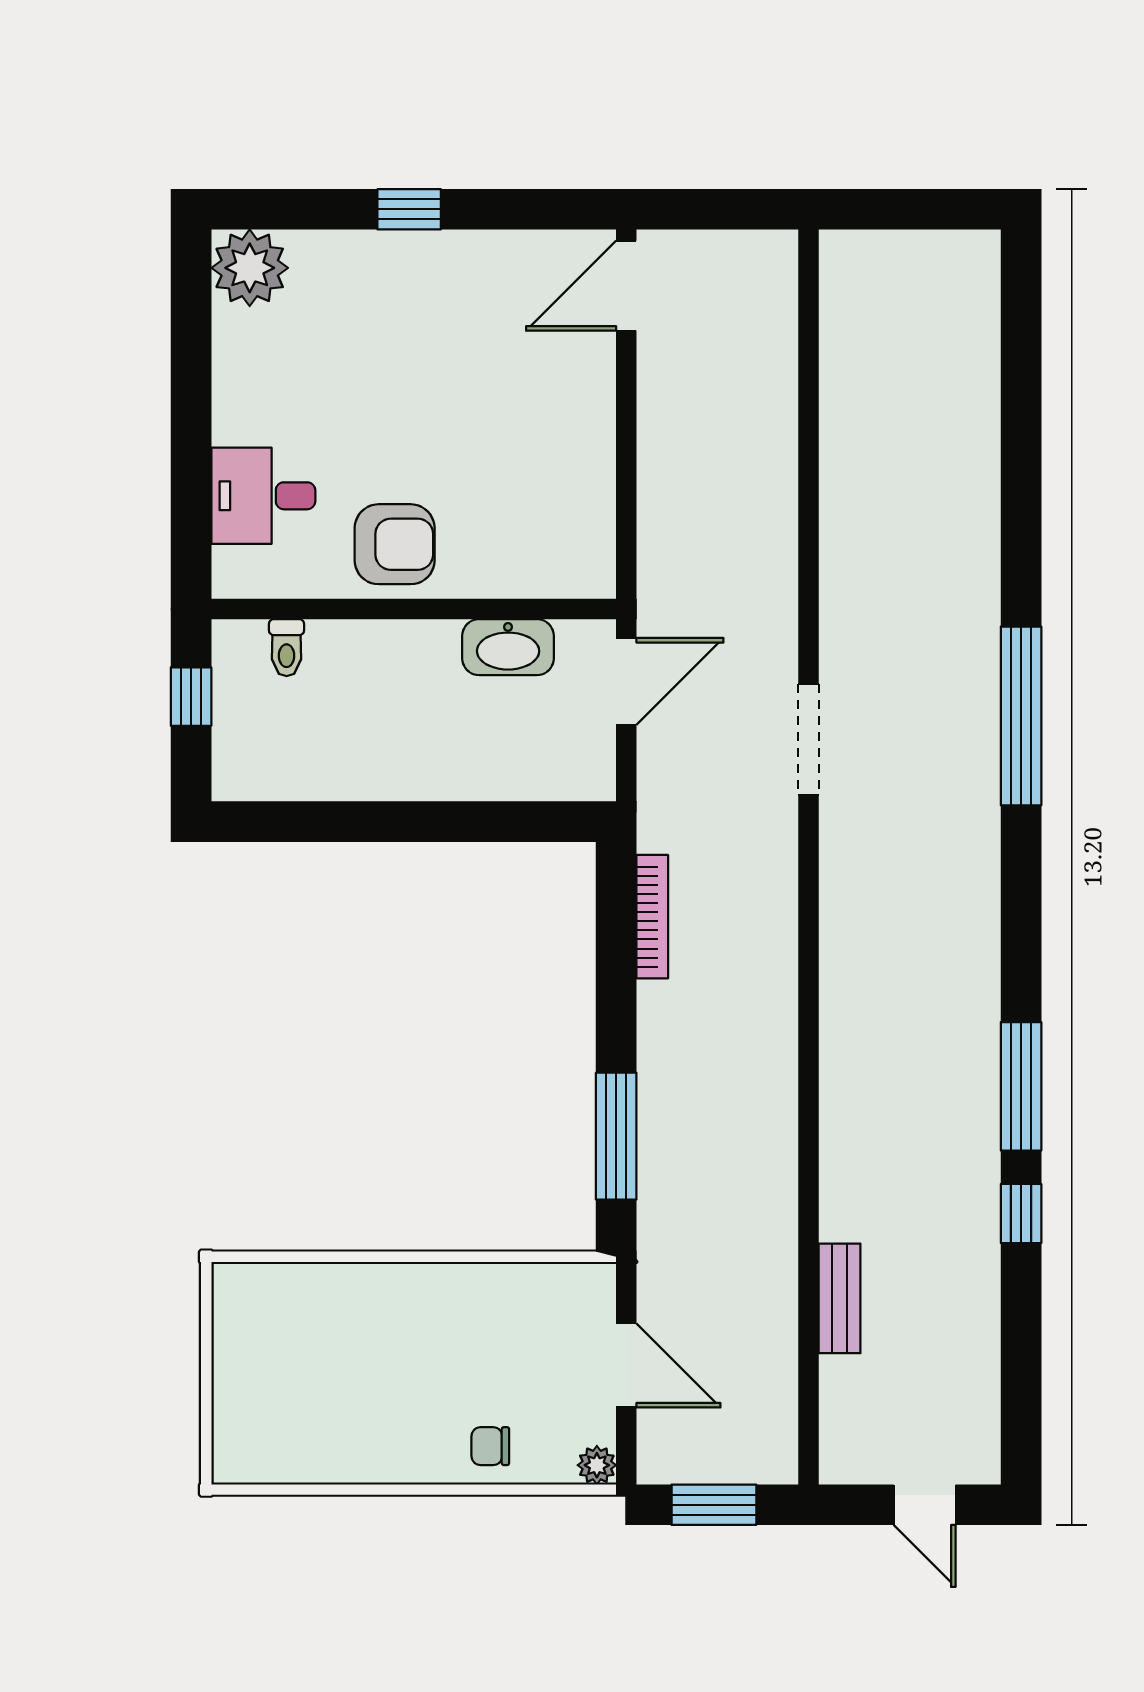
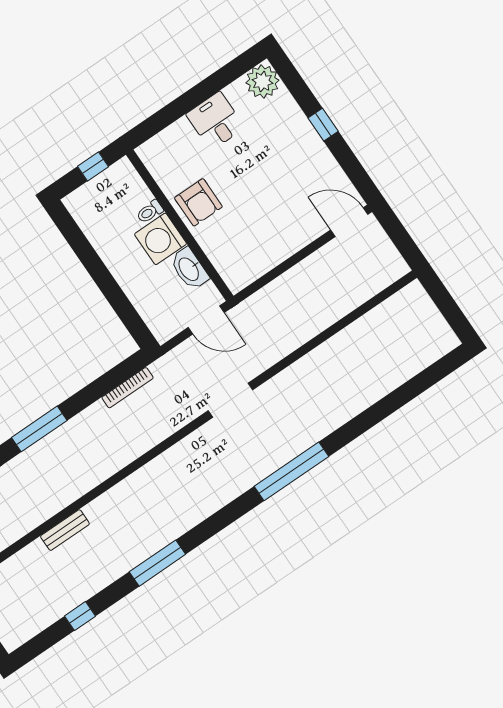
desk: (263, 496) -> (215, 121), moved
toilet: (287, 648) -> (150, 212), moved
washing machine: (415, 663) -> (161, 239), added
window: (1021, 1213) -> (80, 616), moved
bench: (840, 1298) -> (65, 530), moved

